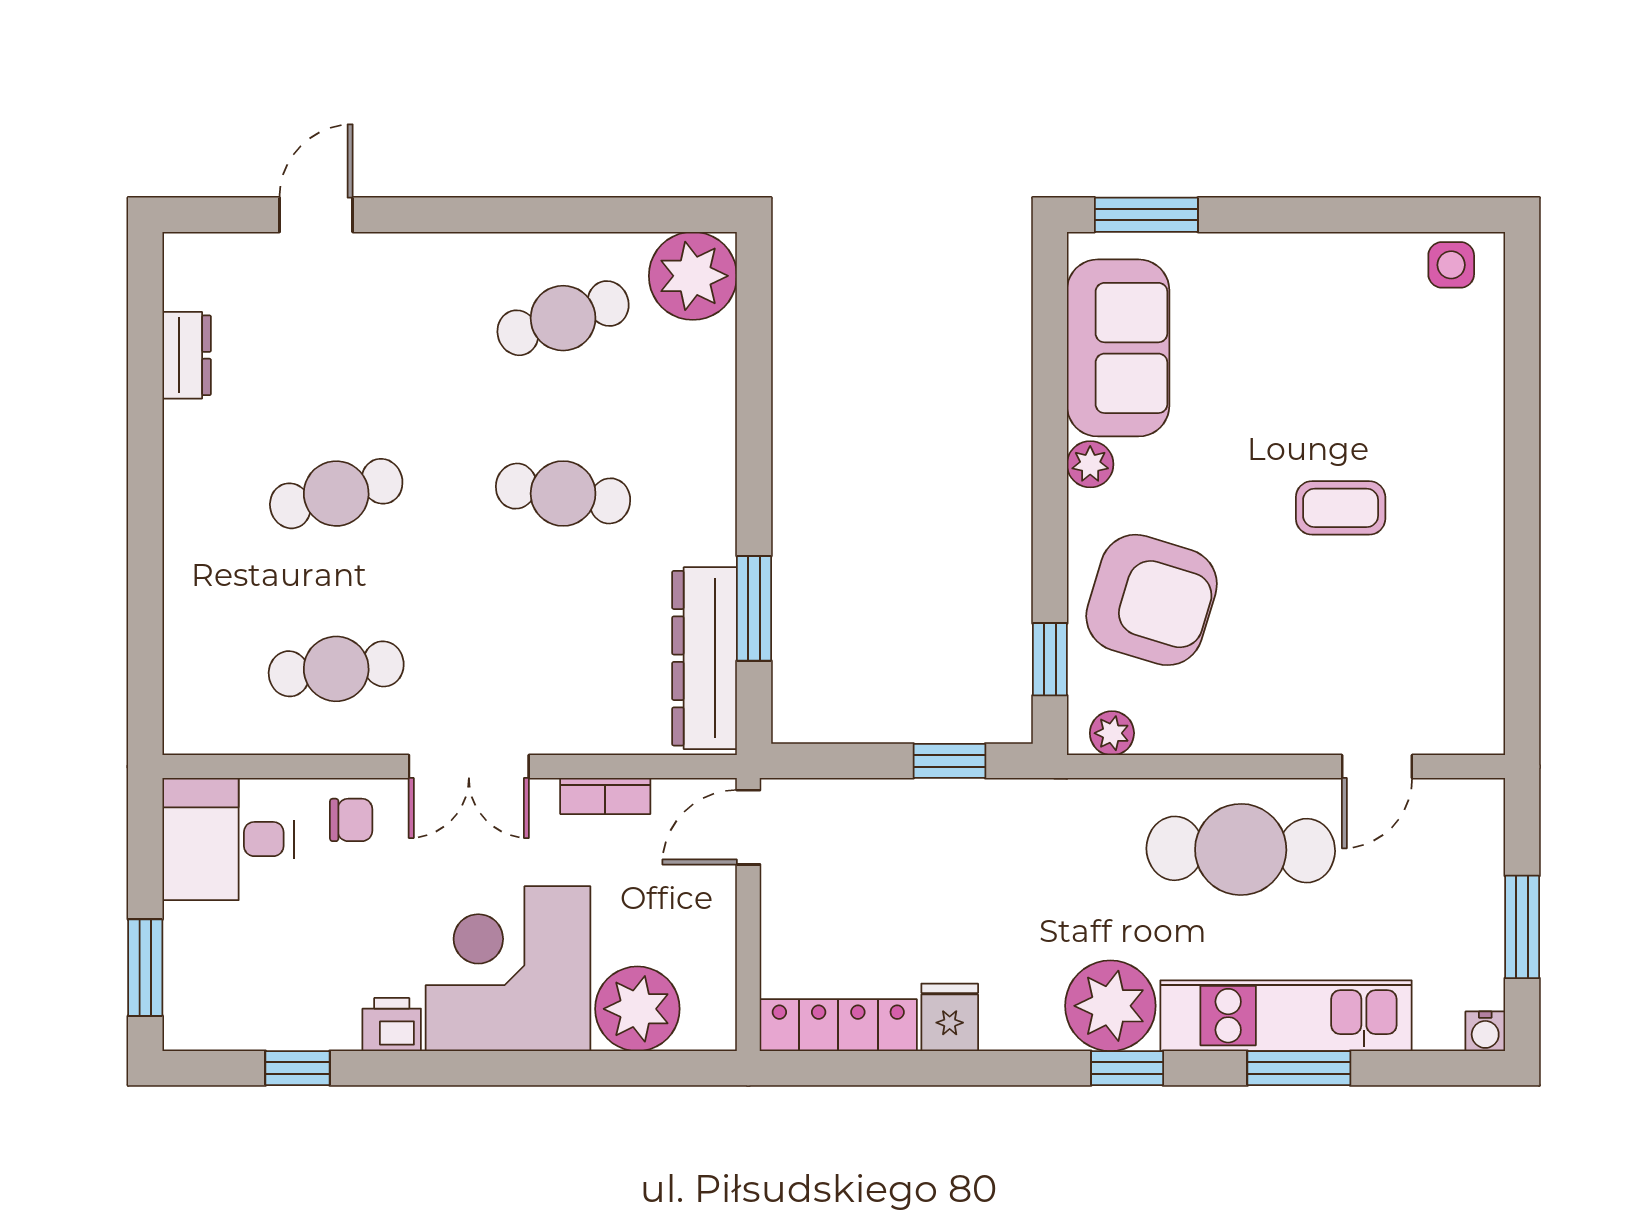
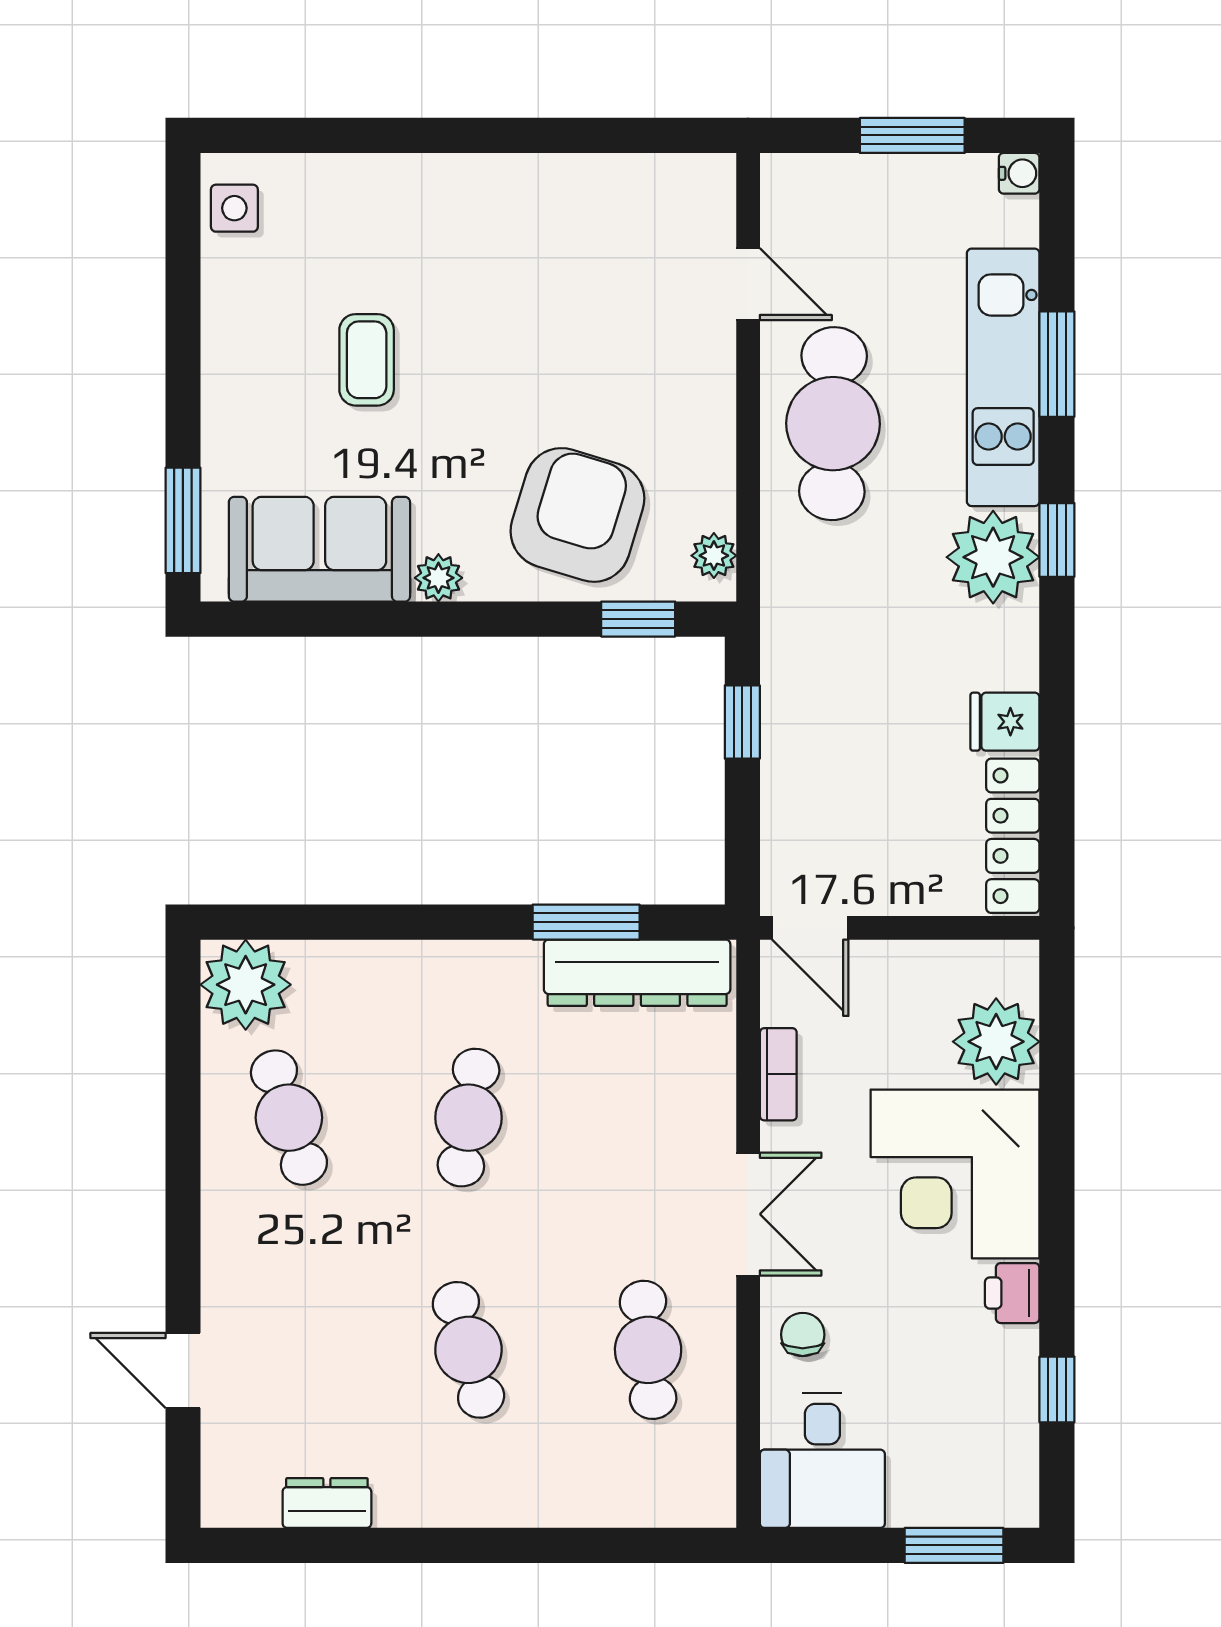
coffee table: (1341, 508) -> (367, 360), moved

